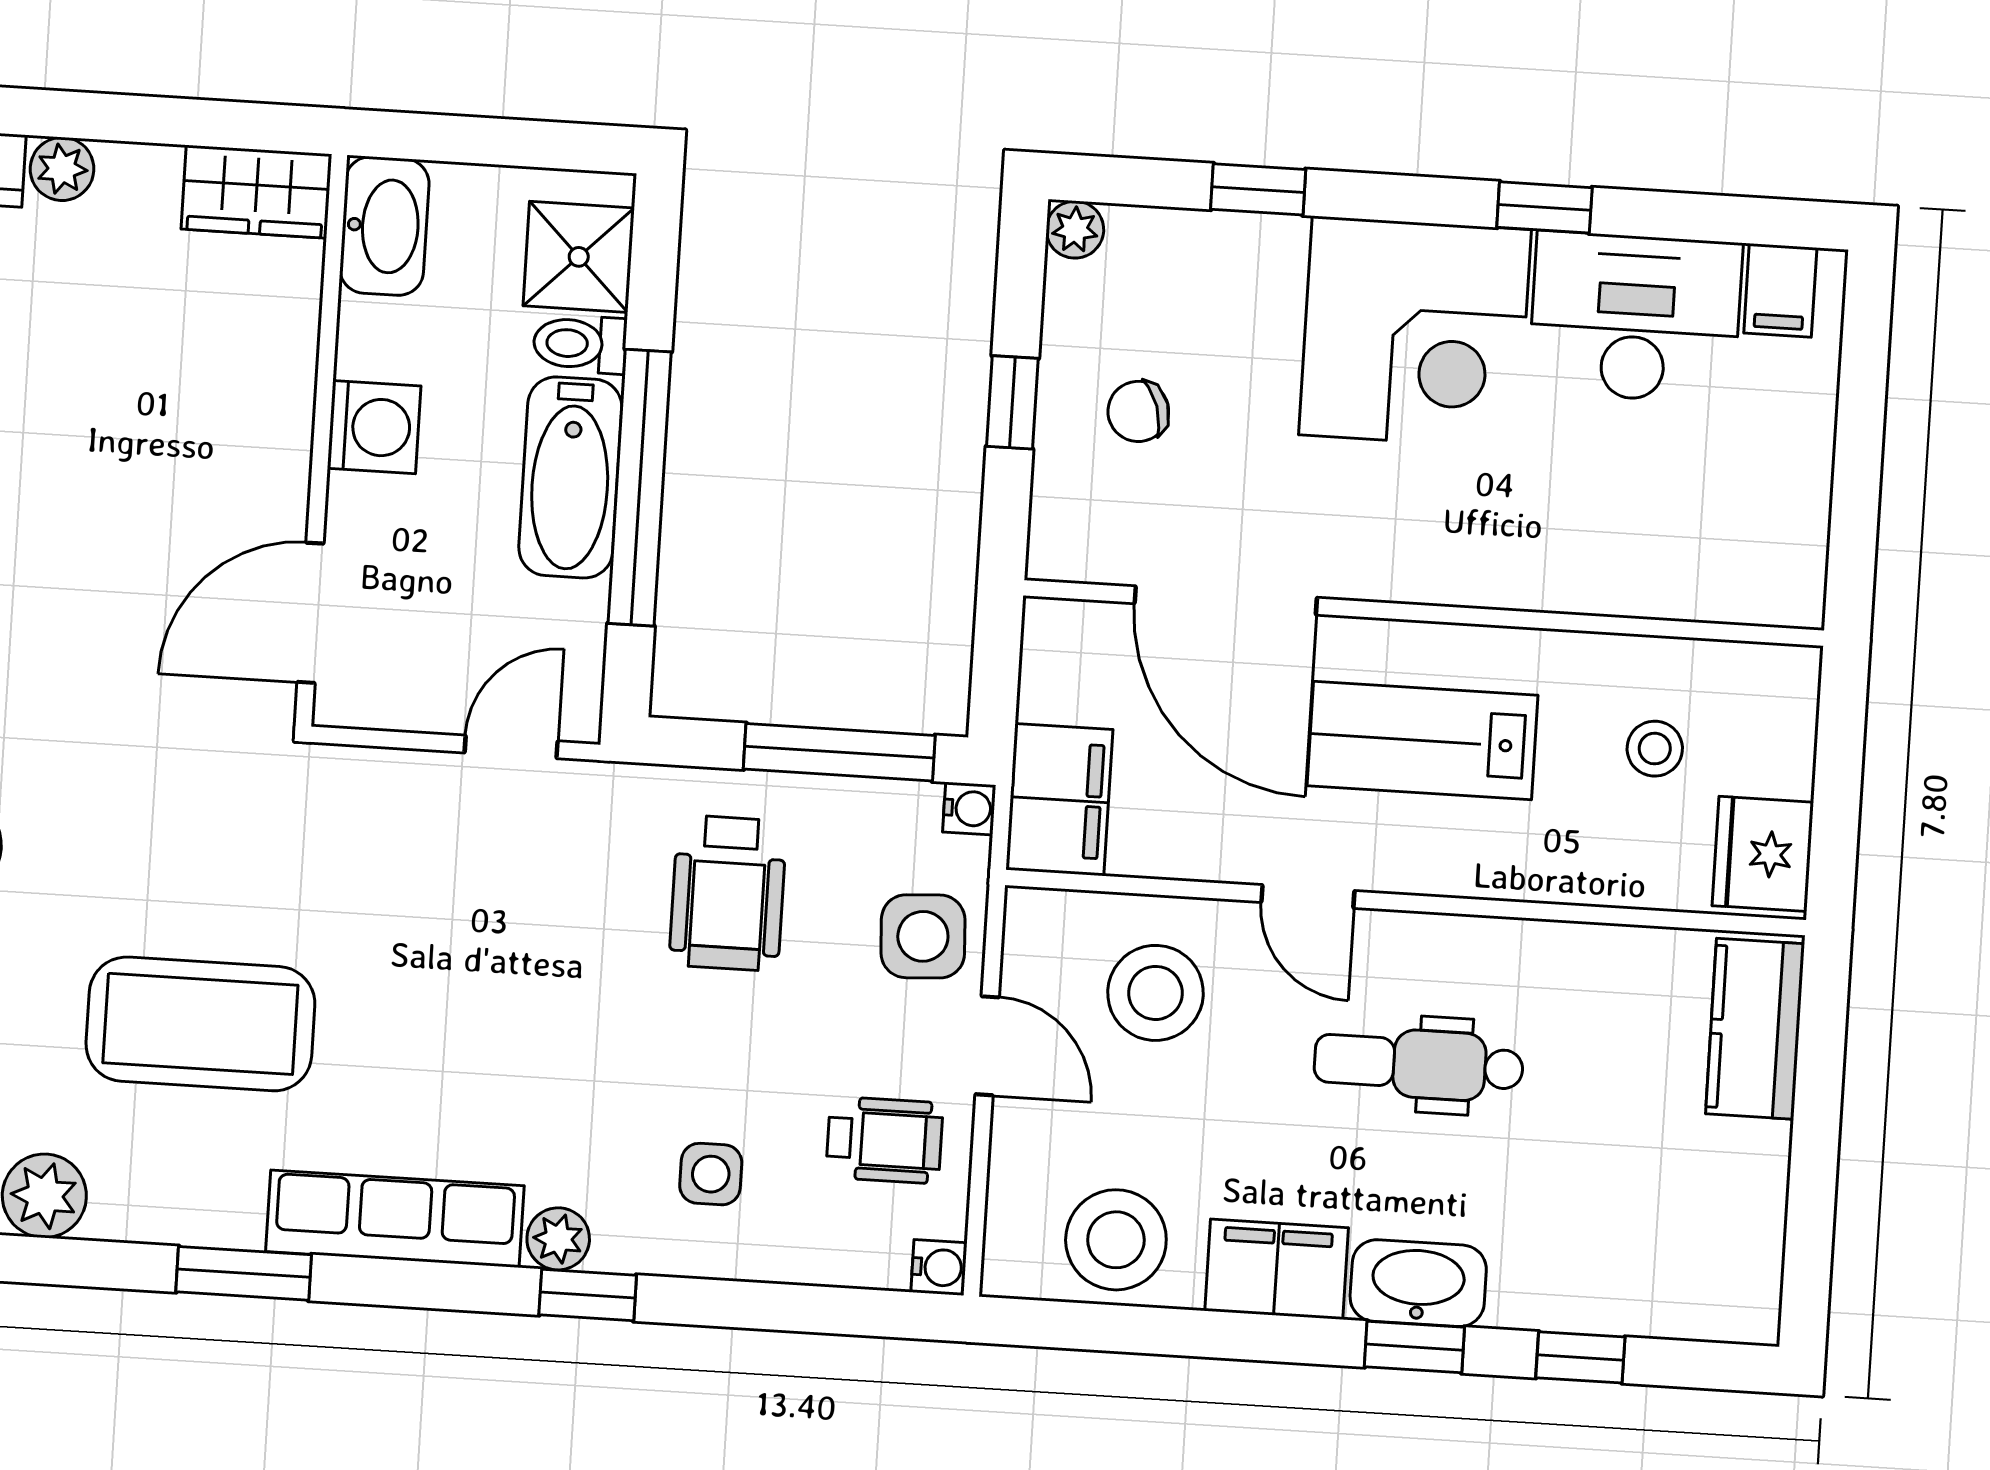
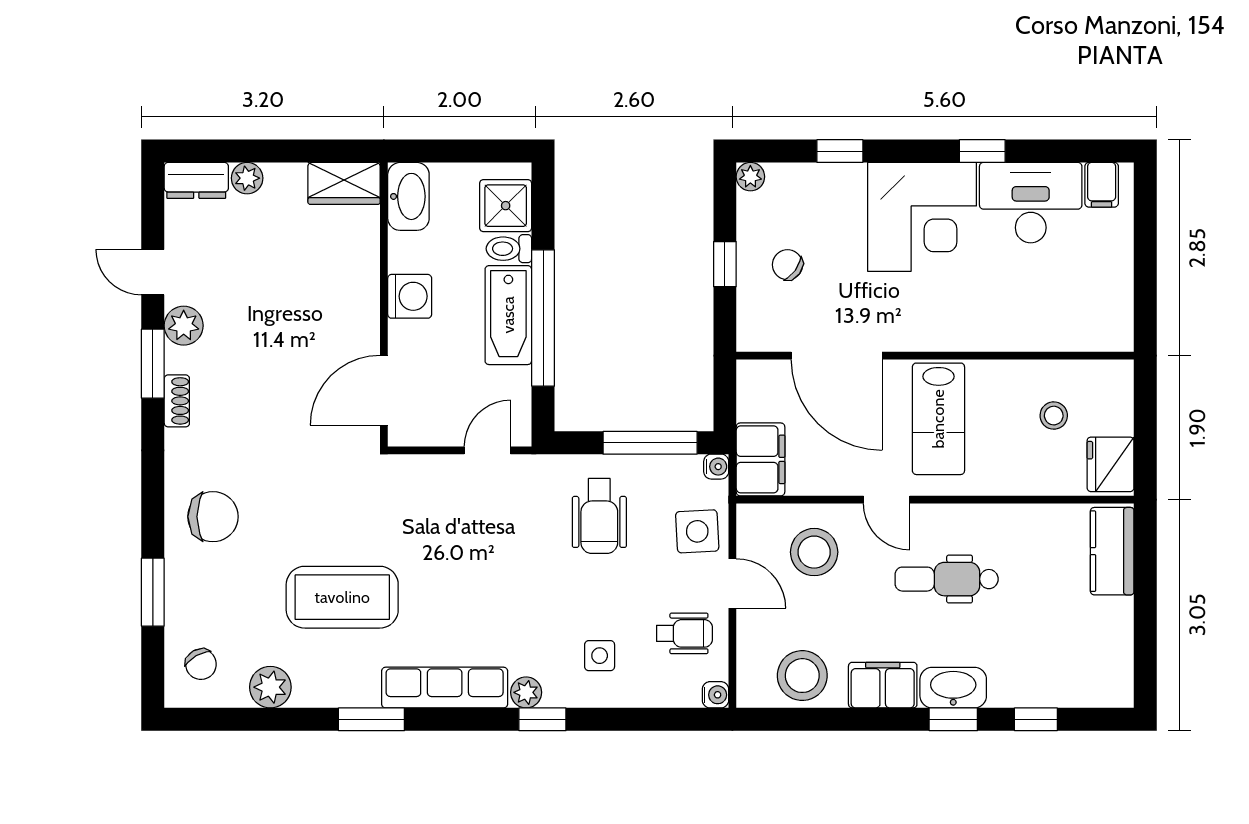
chair: (1138, 411) -> (788, 265), turned 54
lab bench: (1422, 740) -> (938, 419), turned -90

